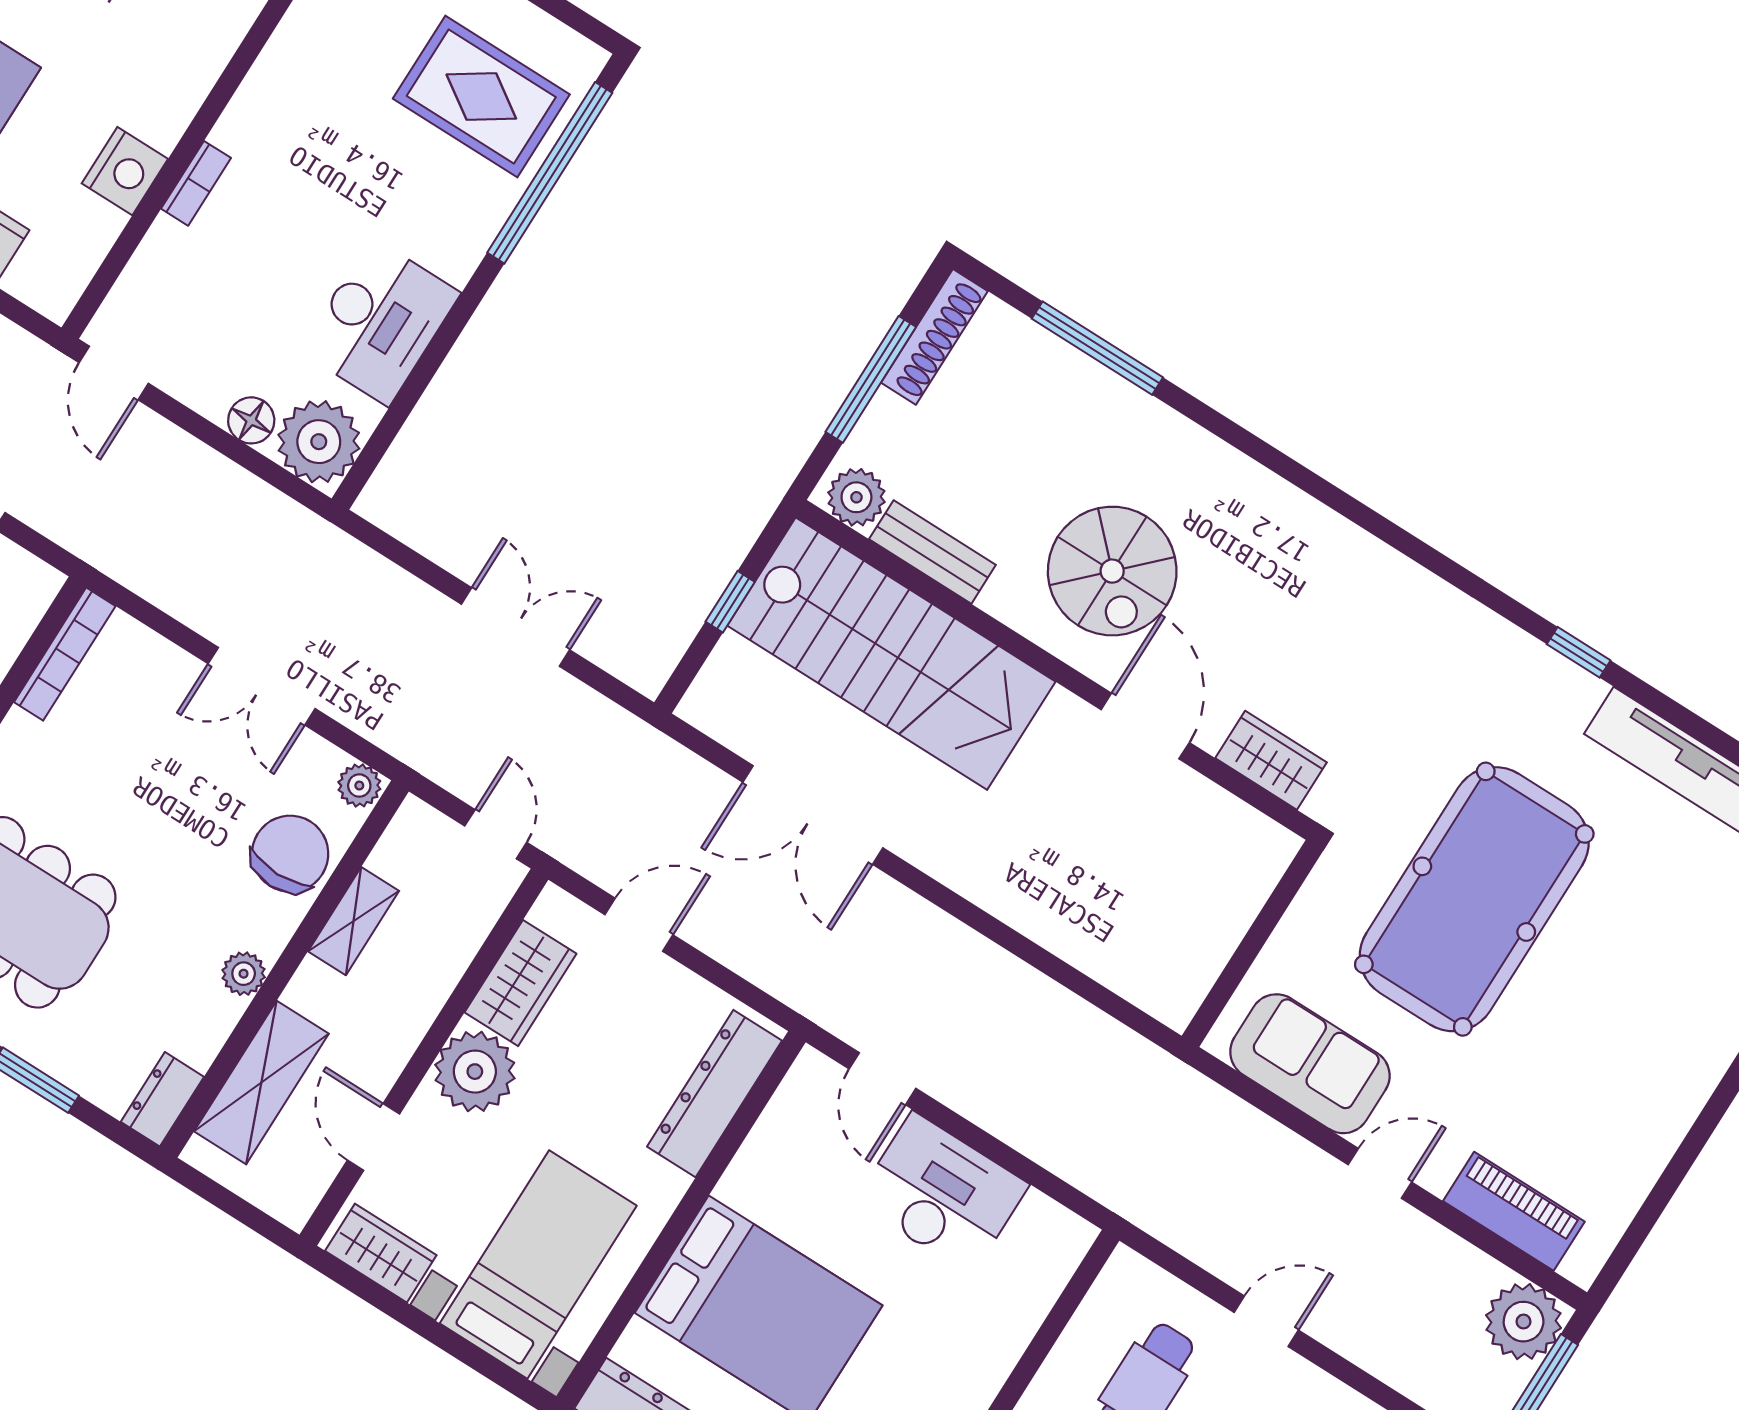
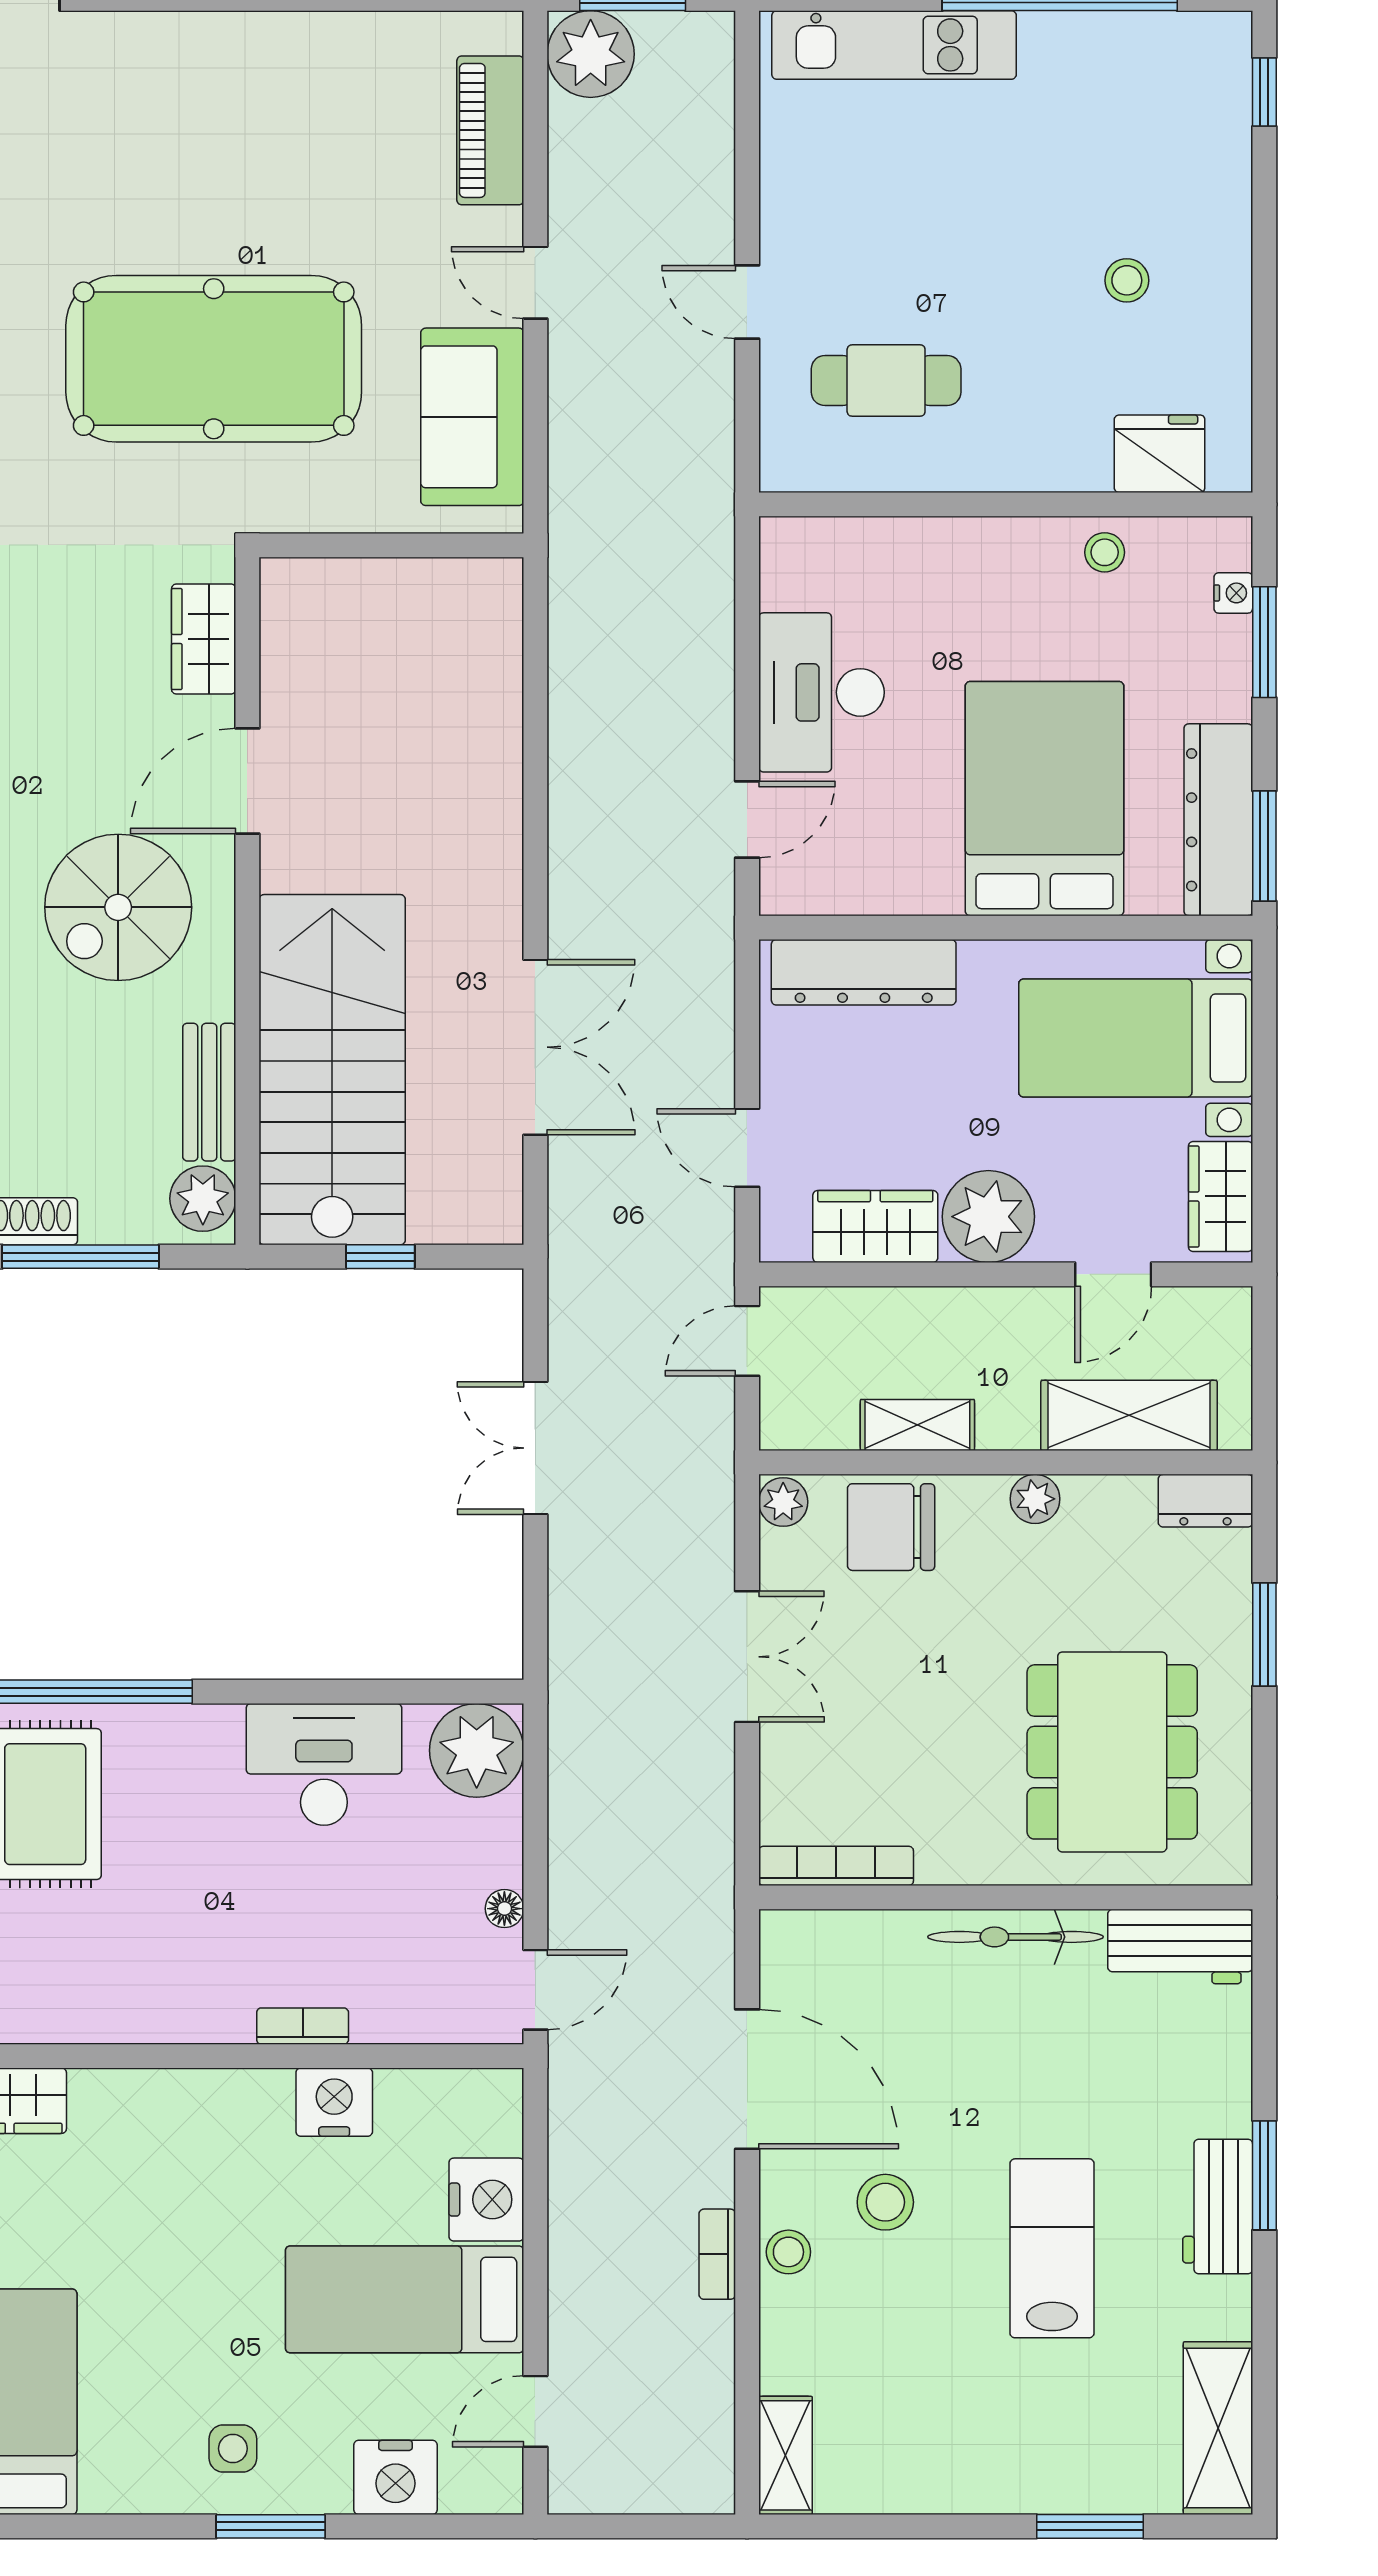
floor lamp: (251, 420) -> (504, 1909), moved, width x0.73, depth x0.73
spiral stairs: (1112, 571) -> (118, 907), turned 180

